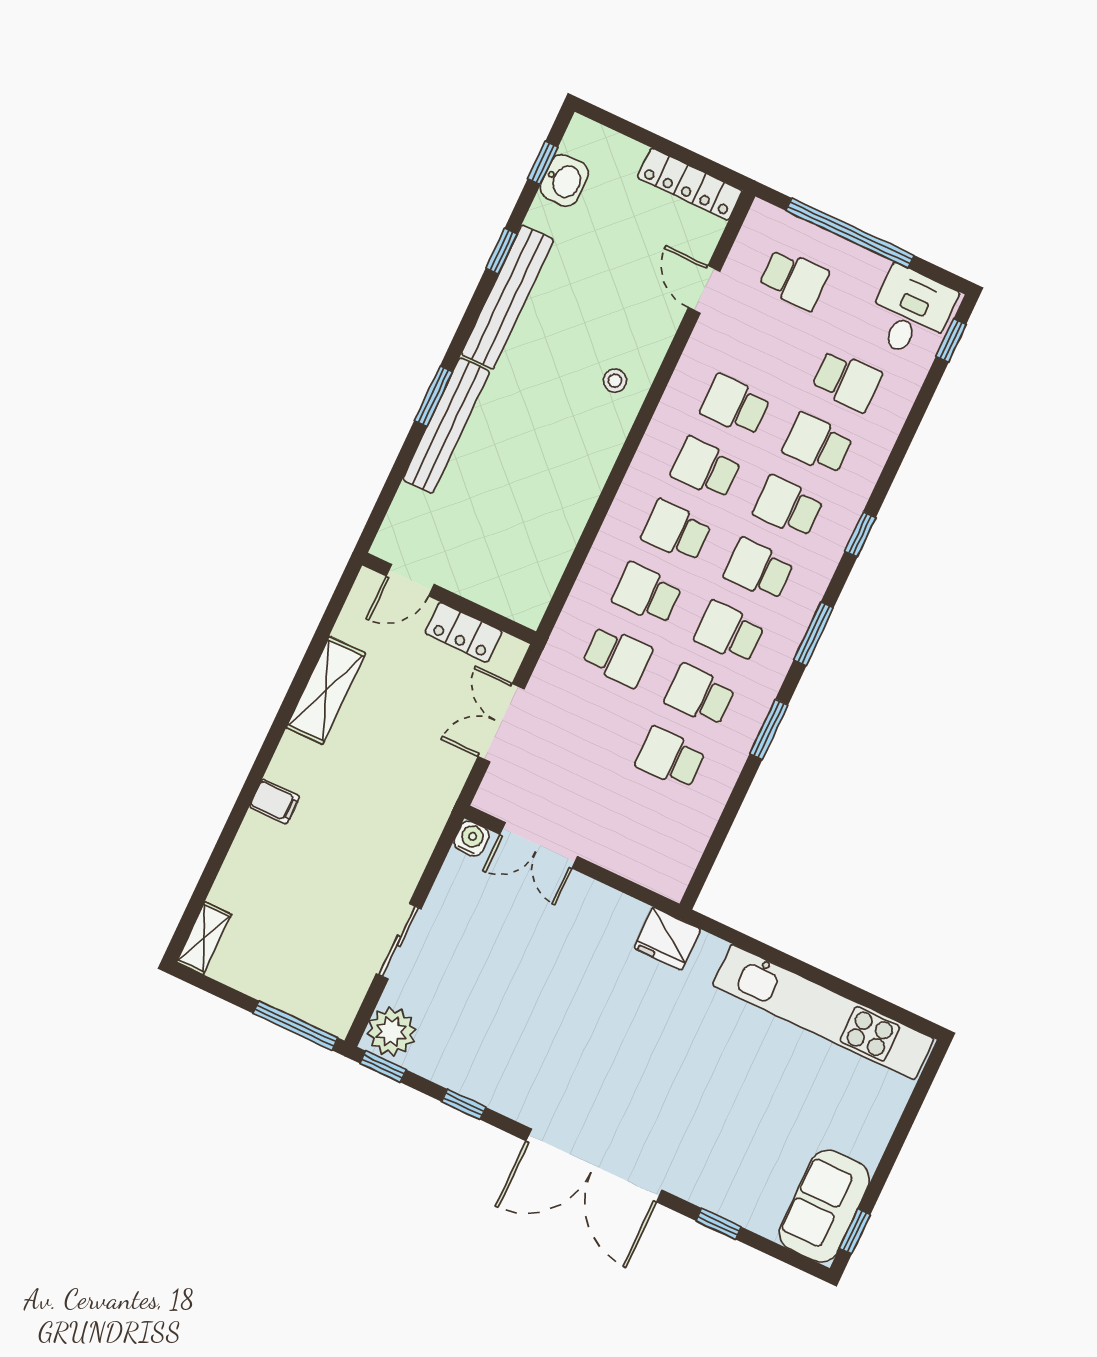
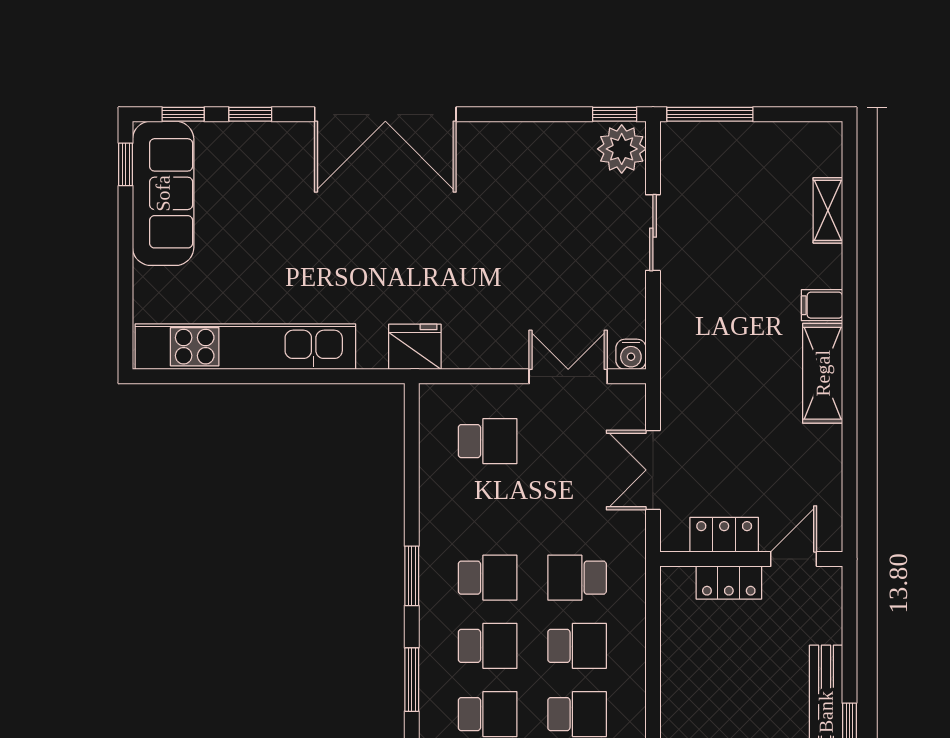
locker: (480, 586) -> (729, 582), added
shelving: (326, 690) -> (823, 373), moved
double door: (501, 723) -> (653, 470), swing flipped
school desk: (670, 758) -> (488, 441), moved
shelving: (204, 938) -> (828, 210), moved
window: (464, 1104) -> (183, 114), moved
double door: (594, 1165) -> (385, 114), swing flipped
sofa: (824, 1206) -> (163, 193), width x1.36

